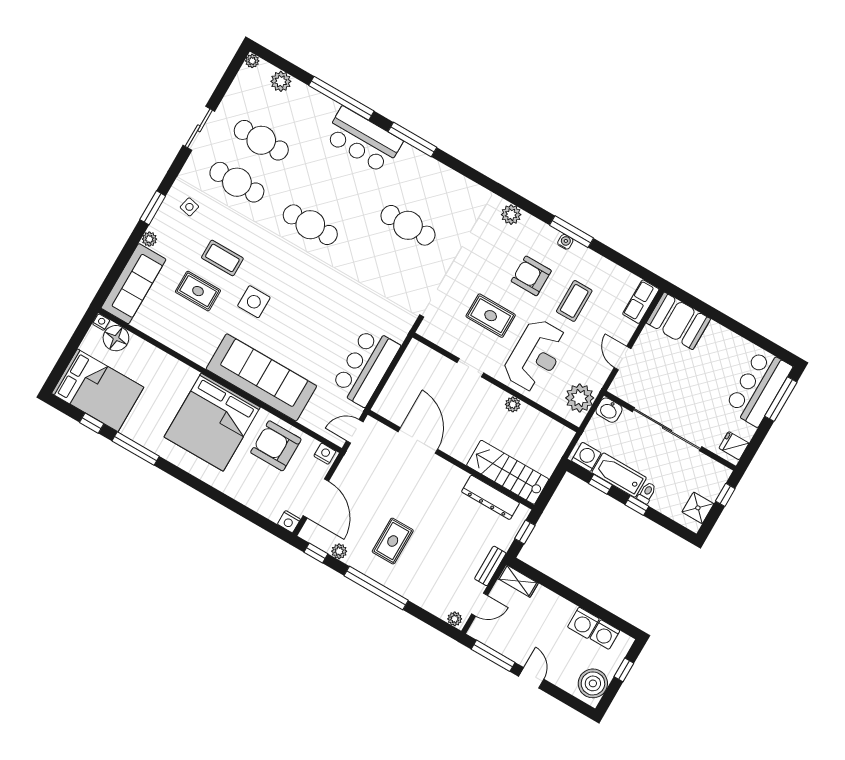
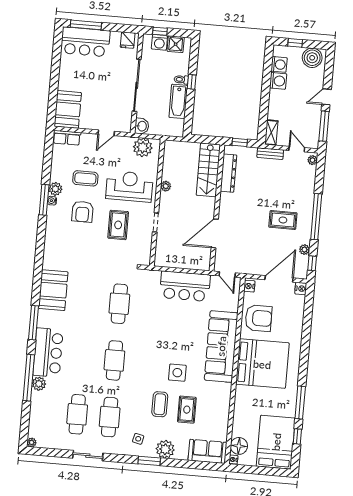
plant: (281, 81) -> (39, 384), moved
booth: (444, 187) -> (53, 290), added
plant: (511, 215) -> (55, 189), moved
cafe table: (408, 225) -> (119, 304), moved
plant: (149, 239) -> (165, 449), width x1.88, depth x1.88
sofa: (134, 284) -> (207, 451), width x0.73
armchair: (276, 446) -> (259, 318), turned -90
washing machine: (586, 457) -> (159, 42), moved, turned -90
window: (600, 484) -> (189, 110), removed

